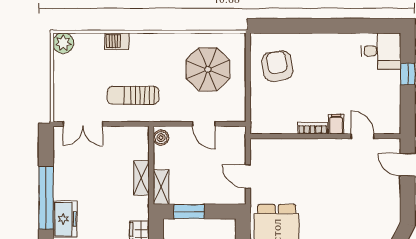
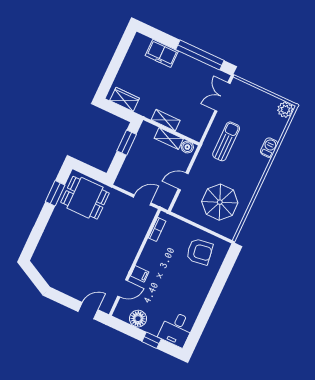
floor lamp: (390, 102) -> (138, 319), added
bookcase: (313, 128) -> (157, 229), moved
door: (248, 176) -> (142, 200), moved
shelving: (161, 187) -> (169, 139), moved
window: (46, 198) -> (200, 55), moved

